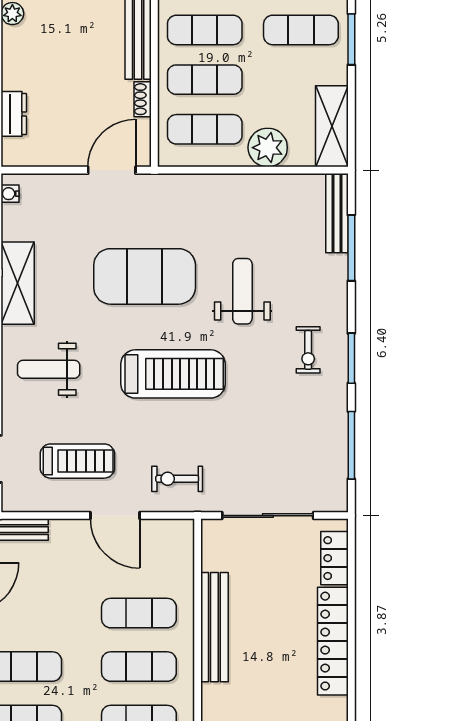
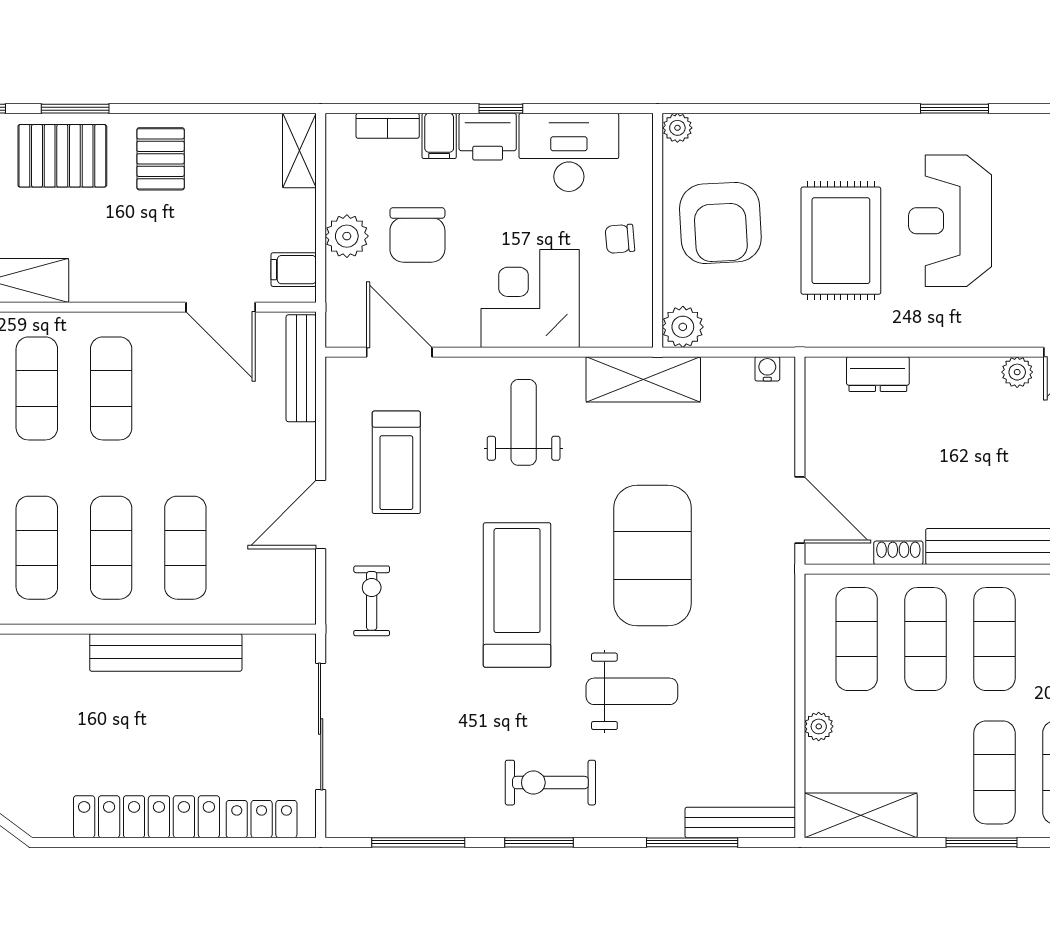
plant: (268, 148) -> (819, 726), width x0.53, depth x0.53
exercise bike: (308, 350) -> (550, 783), width x1.38, depth x1.39
treadmill: (173, 374) -> (517, 595), turned 180

